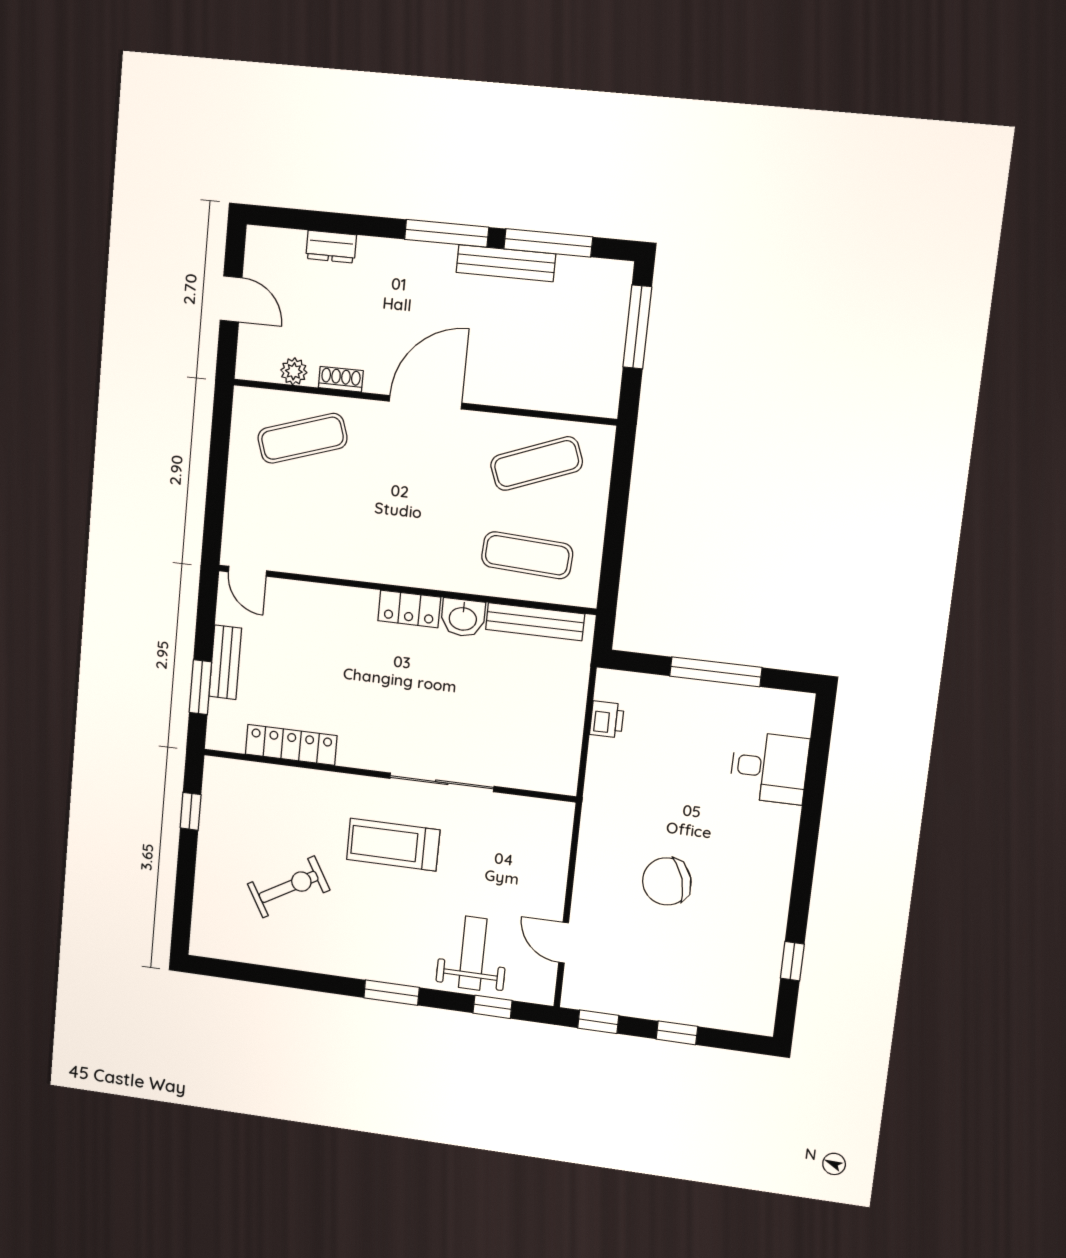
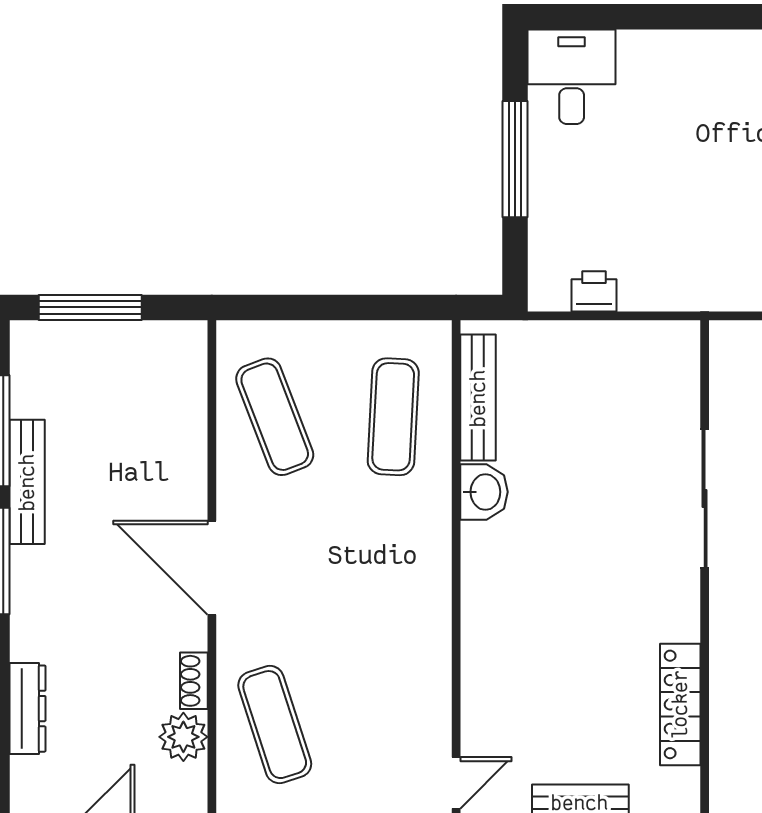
dresser: (331, 247) -> (28, 709), width x1.44
plant: (294, 371) -> (183, 737), width x1.38, depth x1.38
locker: (409, 609) -> (481, 563), removed
desk: (769, 768) -> (572, 77), moved

